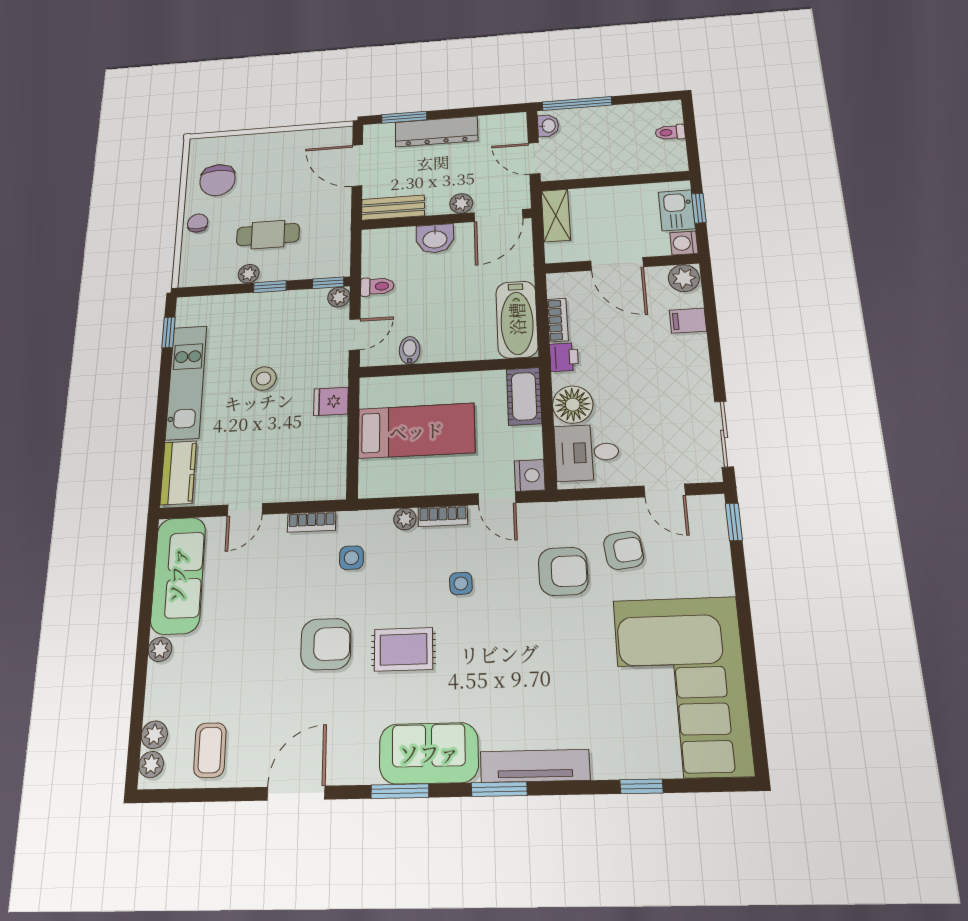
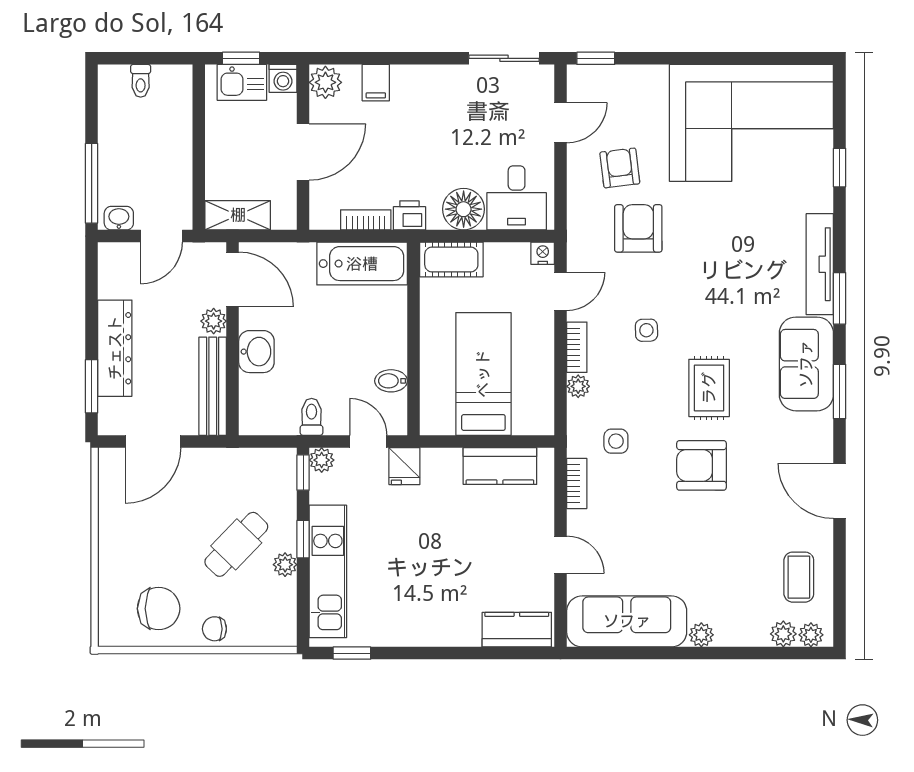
bench: (393, 208) -> (213, 386), width x1.36
cafe table: (268, 235) -> (236, 544), turned 44
stool: (264, 379) -> (414, 541), removed
kitchen unit: (186, 382) -> (328, 571), moved, turned 90
fridge: (331, 401) -> (404, 466), moved
kitchen counter: (330, 450) -> (500, 466), added
nightstand: (530, 475) -> (543, 253), width x0.72, depth x0.74
armchair: (326, 644) -> (702, 465), turned -90
coffee table: (210, 750) -> (799, 577), turned 90

